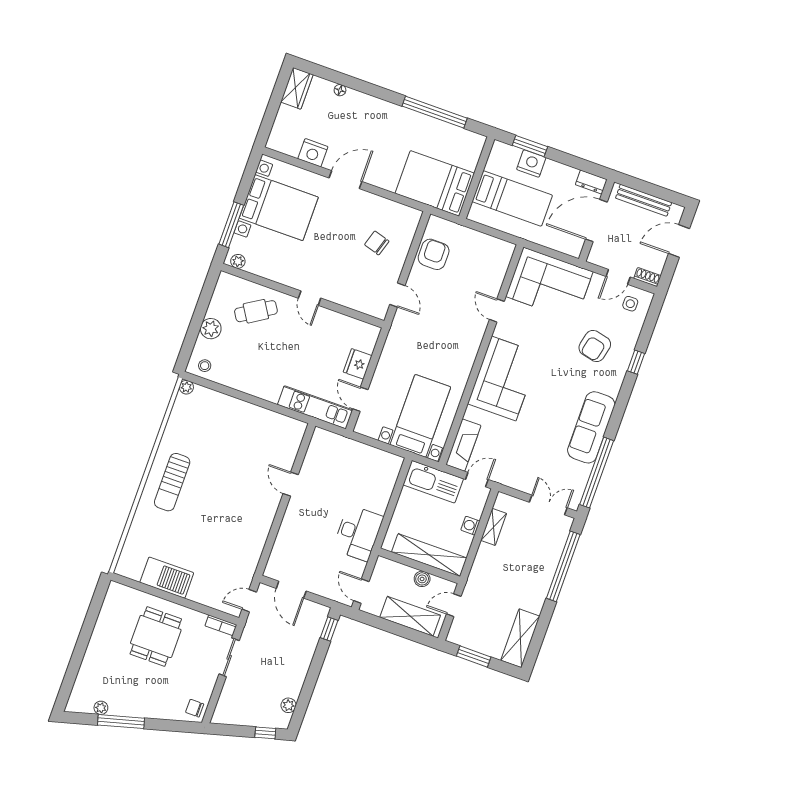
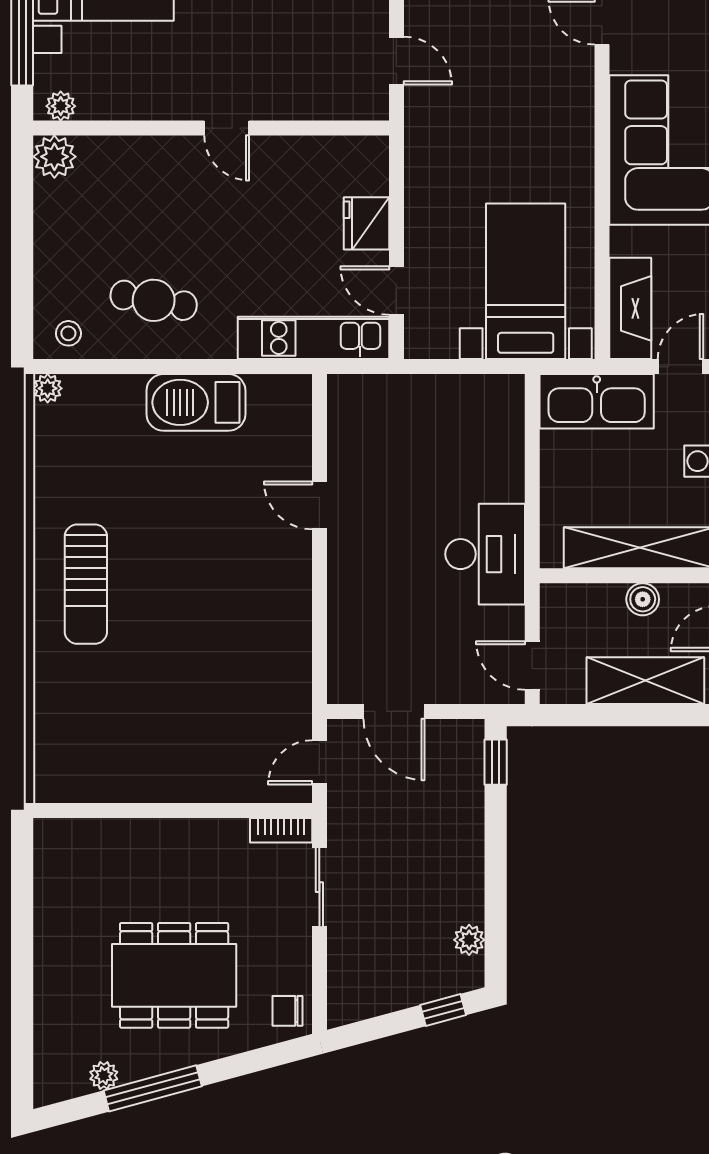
cafe table: (256, 311) -> (154, 300), moved, turned 42
plant: (211, 329) -> (54, 157), moved
barbecue: (167, 578) -> (196, 402), moved, turned 180
dining table: (156, 637) -> (174, 975), moved, width x1.38

